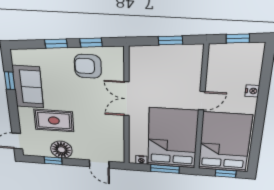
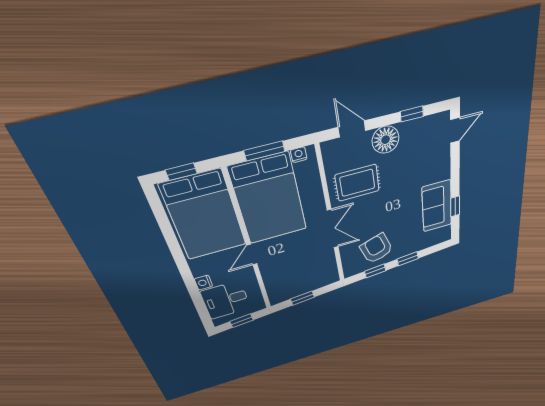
armchair: (88, 66) -> (377, 249), turned -109
desk: (242, 67) -> (226, 300), added
rug: (54, 121) -> (357, 183), moved
floor lamp: (61, 150) -> (386, 140), moved

